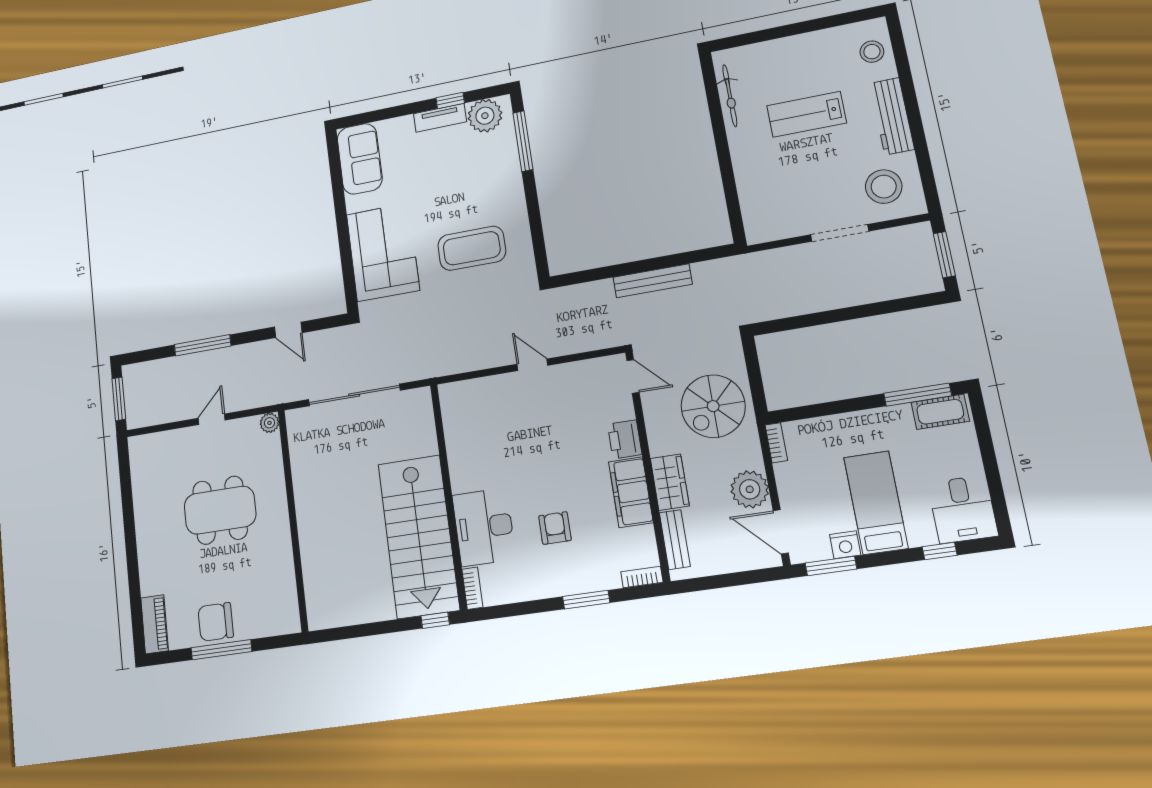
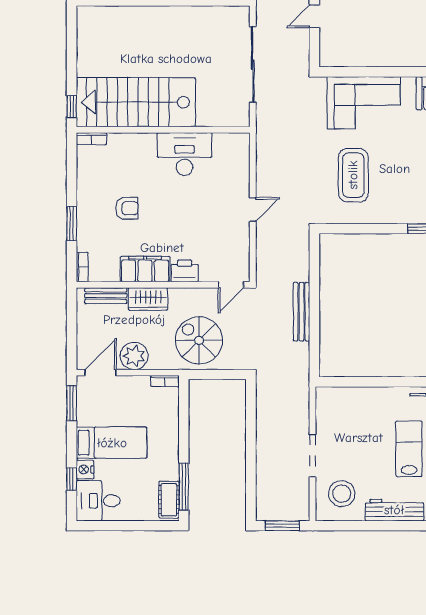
desk: (484, 527) -> (185, 154), moved
nightstand: (845, 545) -> (85, 469), moved

